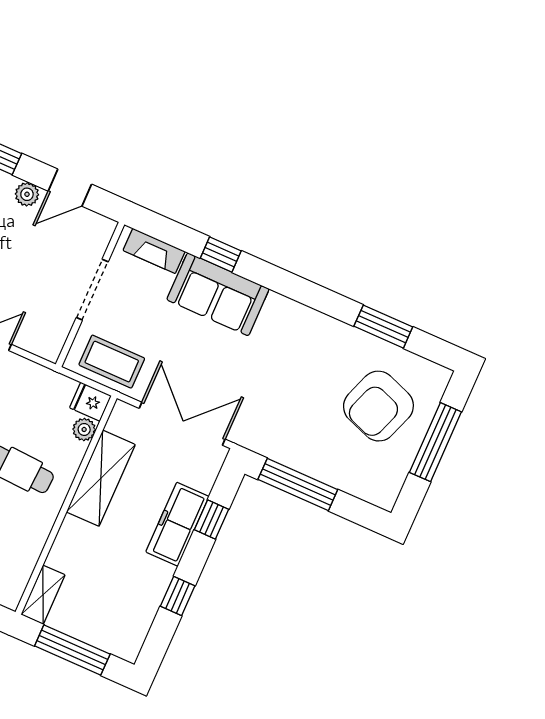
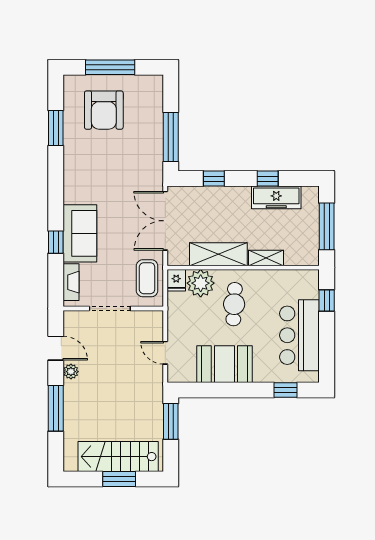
armchair: (378, 406) -> (104, 110), turned 70
plant: (84, 429) -> (201, 283), width x1.88, depth x1.88
freezer: (177, 524) -> (276, 197), moved
shelving: (43, 595) -> (266, 258), moved

